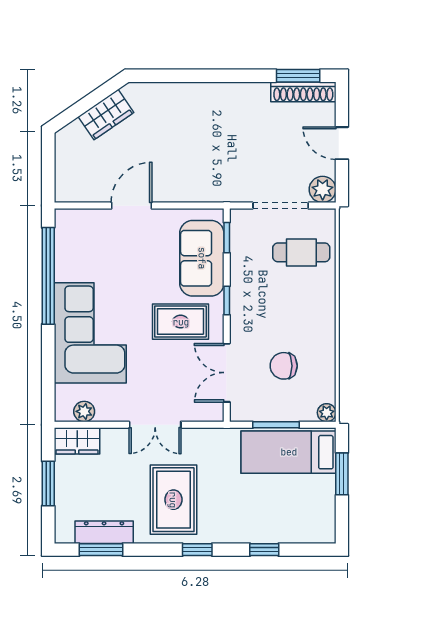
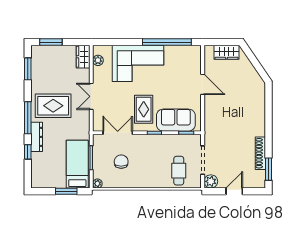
shoe rack: (303, 92) -> (260, 153), moved
wardrobe: (106, 115) -> (227, 52), moved, turned -56
window: (48, 483) -> (51, 42), moved
dresser: (104, 532) -> (37, 137), moved
window: (197, 550) -> (28, 118), width x2.17

